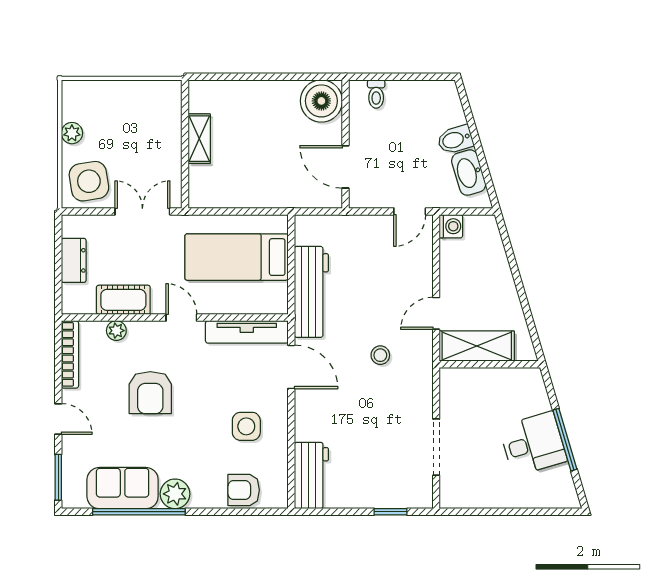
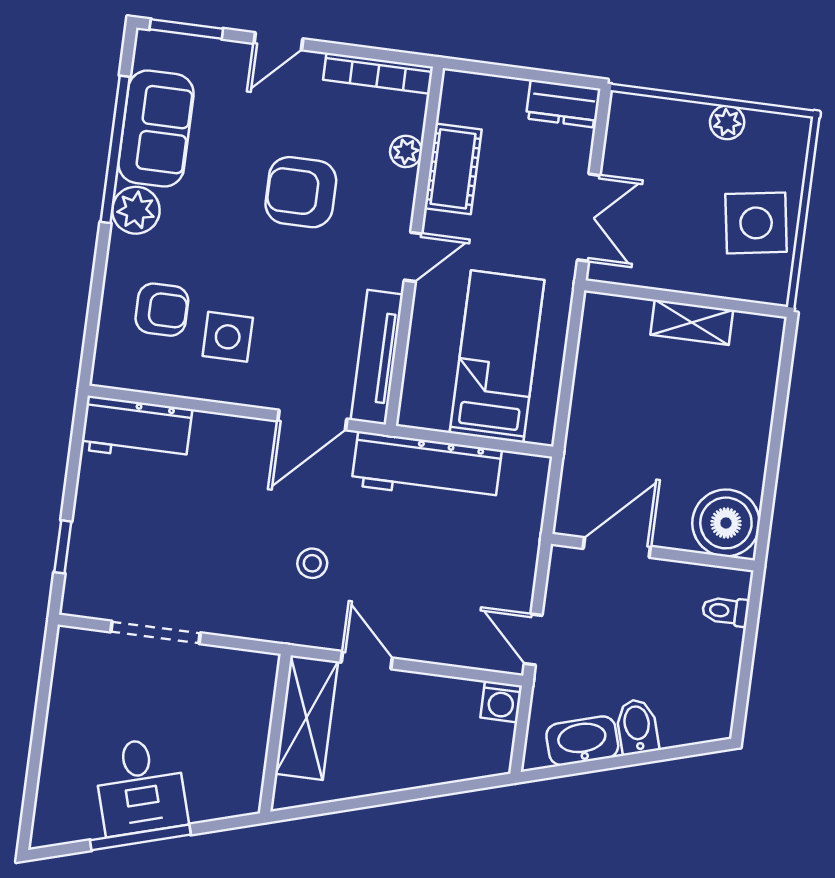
side table: (89, 181) -> (756, 223), moved
dresser: (74, 260) -> (563, 104), moved
armchair: (244, 490) -> (162, 310), moved, turned 90

